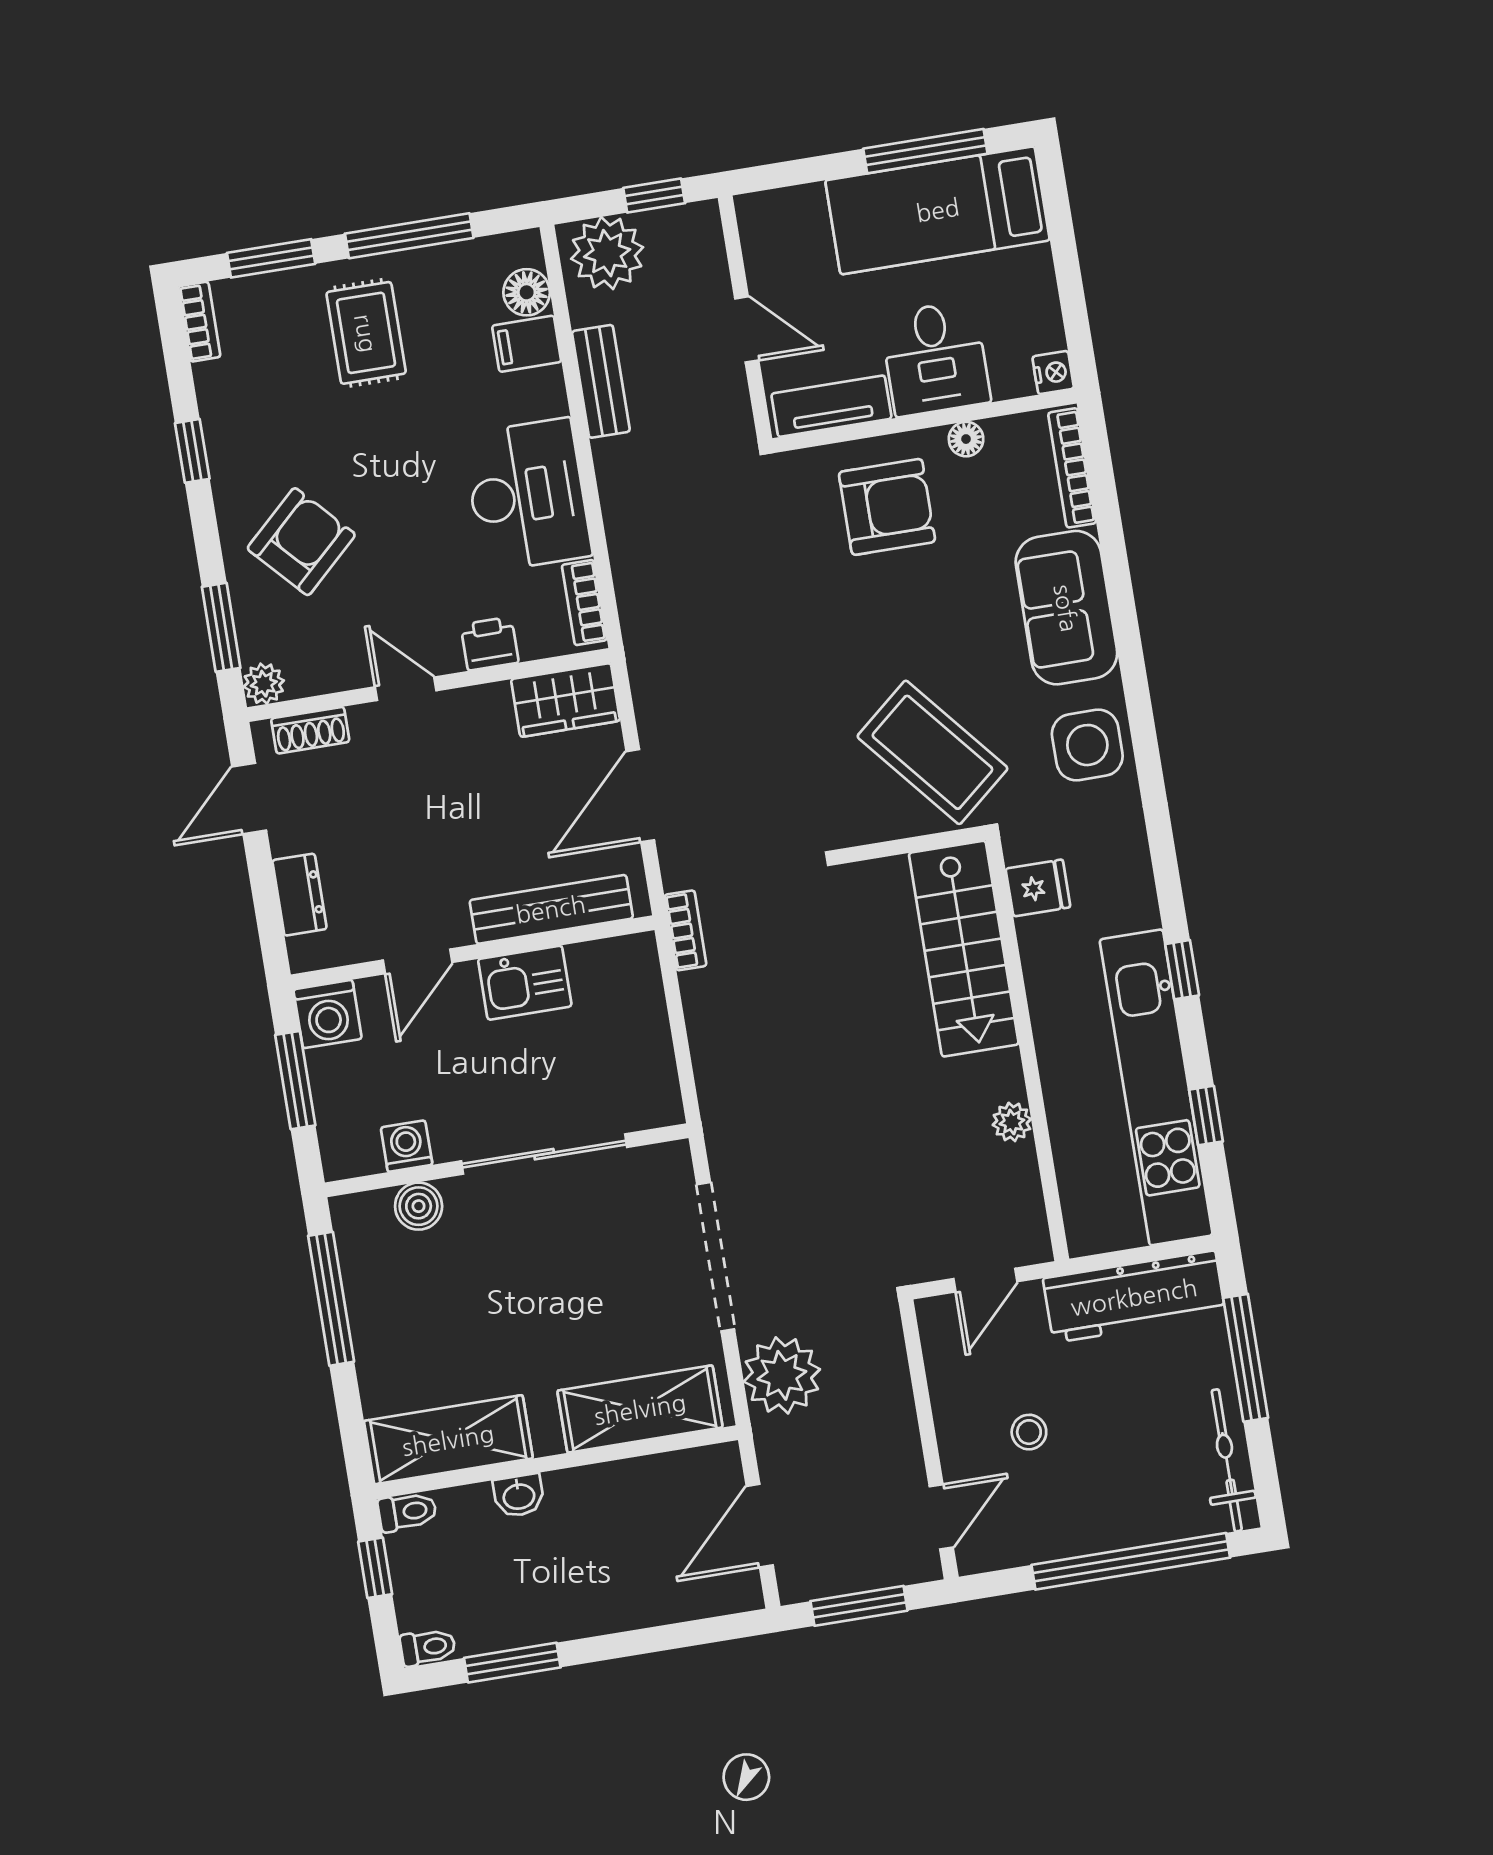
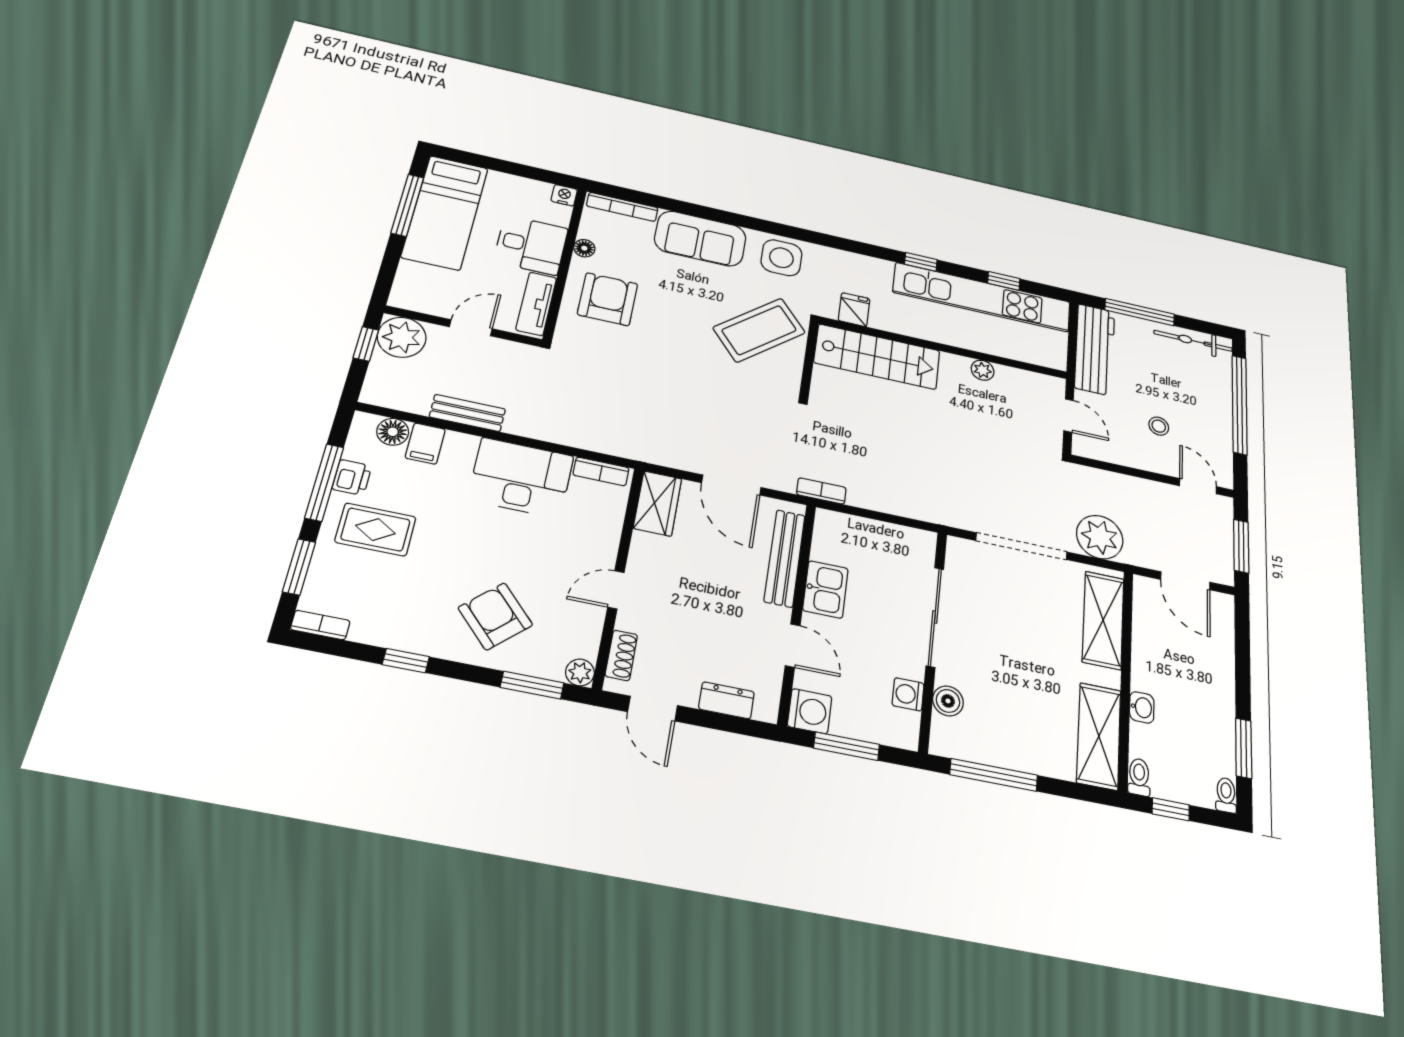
plant: (607, 253) -> (402, 337), moved
printer: (490, 644) -> (352, 477), moved, turned 180

